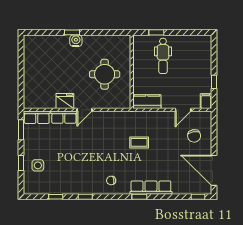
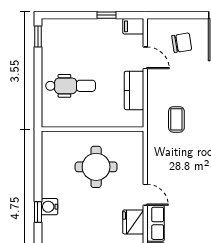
window: (156, 32) -> (38, 37), moved
kitchen counter: (147, 102) -> (134, 90), moved
coffee table: (139, 142) -> (176, 119), moved

